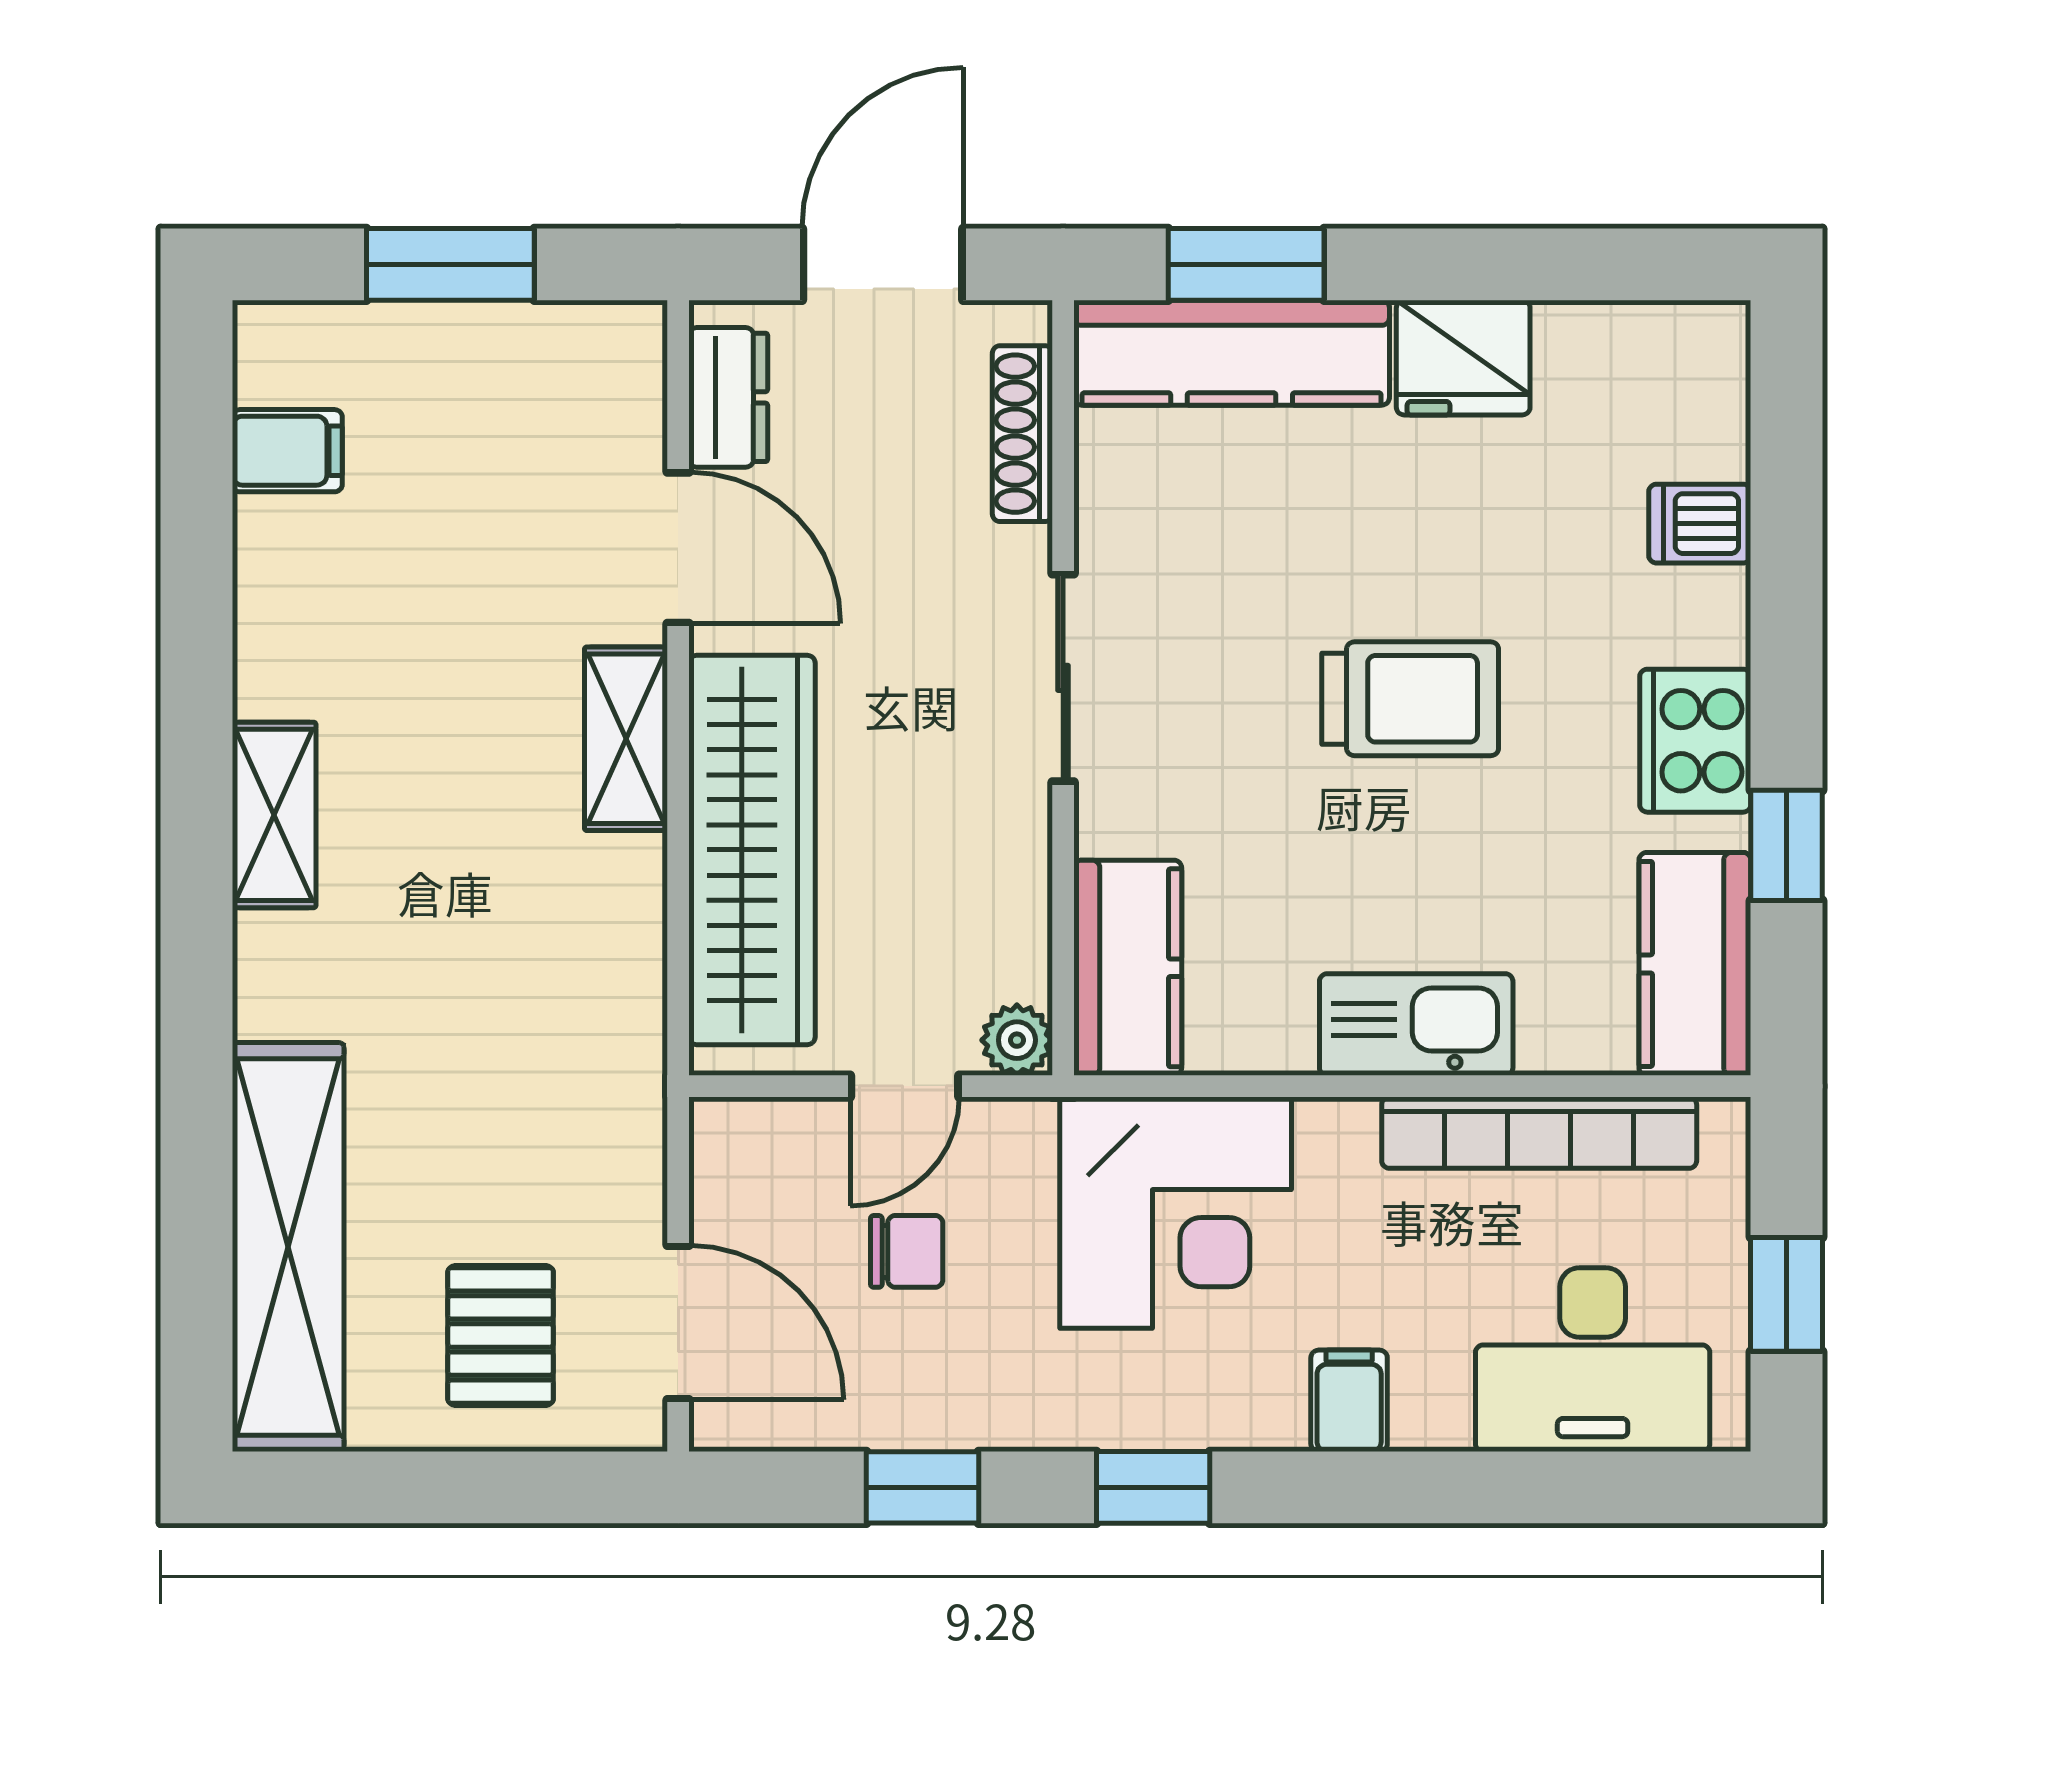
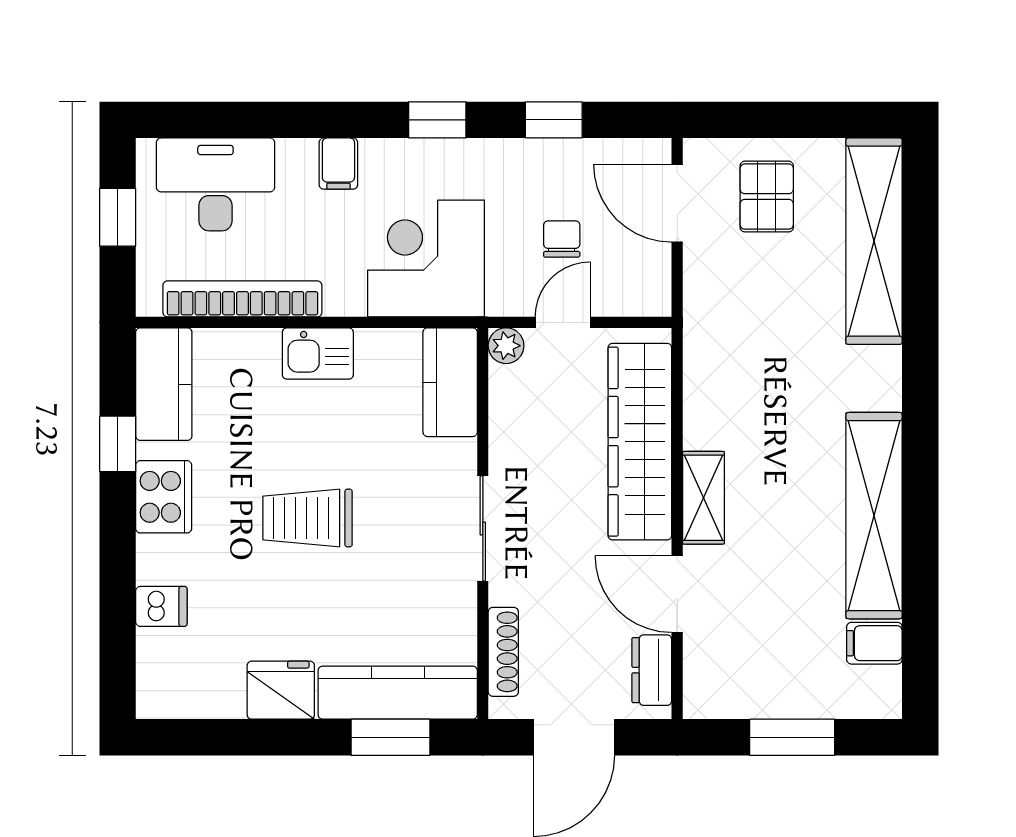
shelving: (274, 815) -> (874, 516), width x2.20, depth x1.33
kitchen sink: (1416, 1025) -> (318, 354), width x0.73
chair: (907, 1251) -> (562, 239), turned 90

